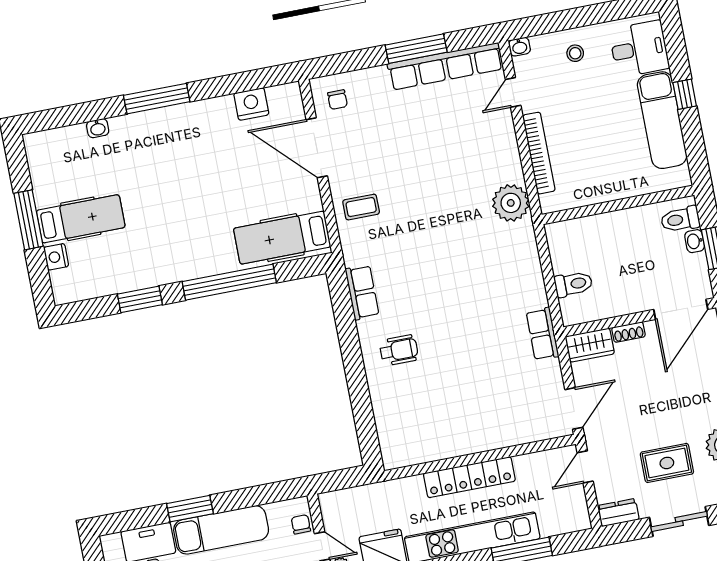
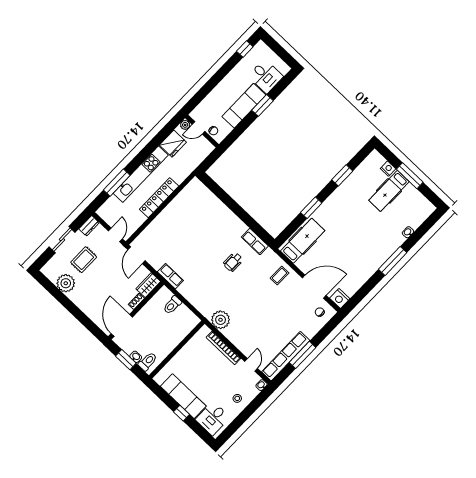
nightstand: (251, 104) -> (340, 298), moved, turned 90
window: (229, 282) -> (311, 208), width x0.47
wheelchair: (399, 350) -> (233, 262), moved

